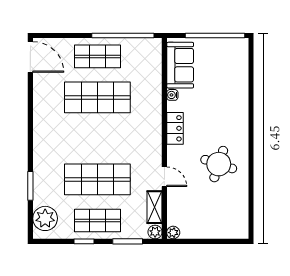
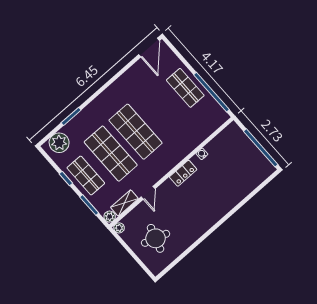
sofa: (180, 65) -> (224, 143), removed
shop shelf: (97, 97) -> (136, 132), moved
round table: (219, 164) -> (156, 238), moved

